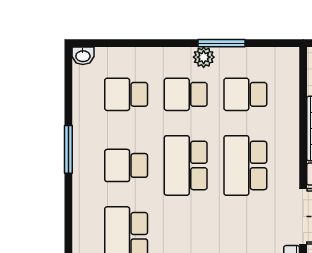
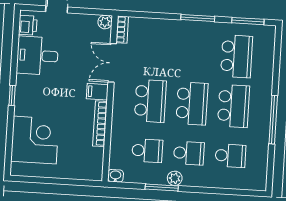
washbasin: (83, 56) -> (115, 176), moved
window: (68, 149) -> (273, 120), width x1.44
school desk: (126, 165) -> (234, 106), width x1.85

